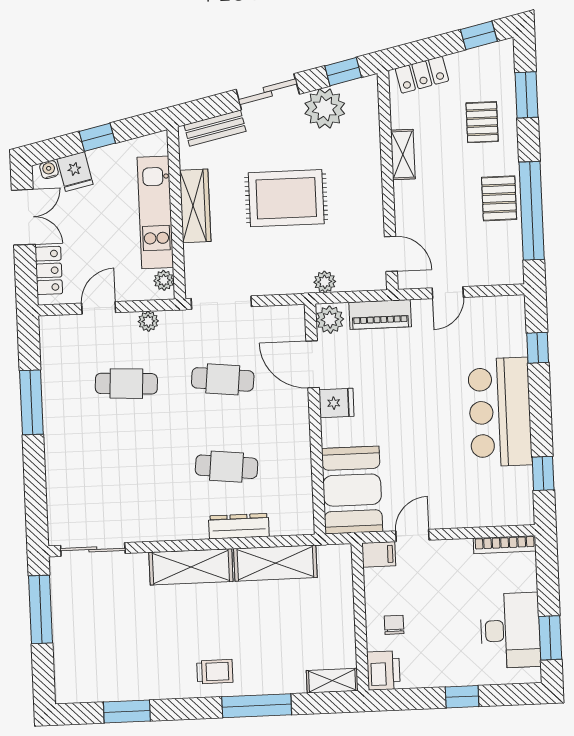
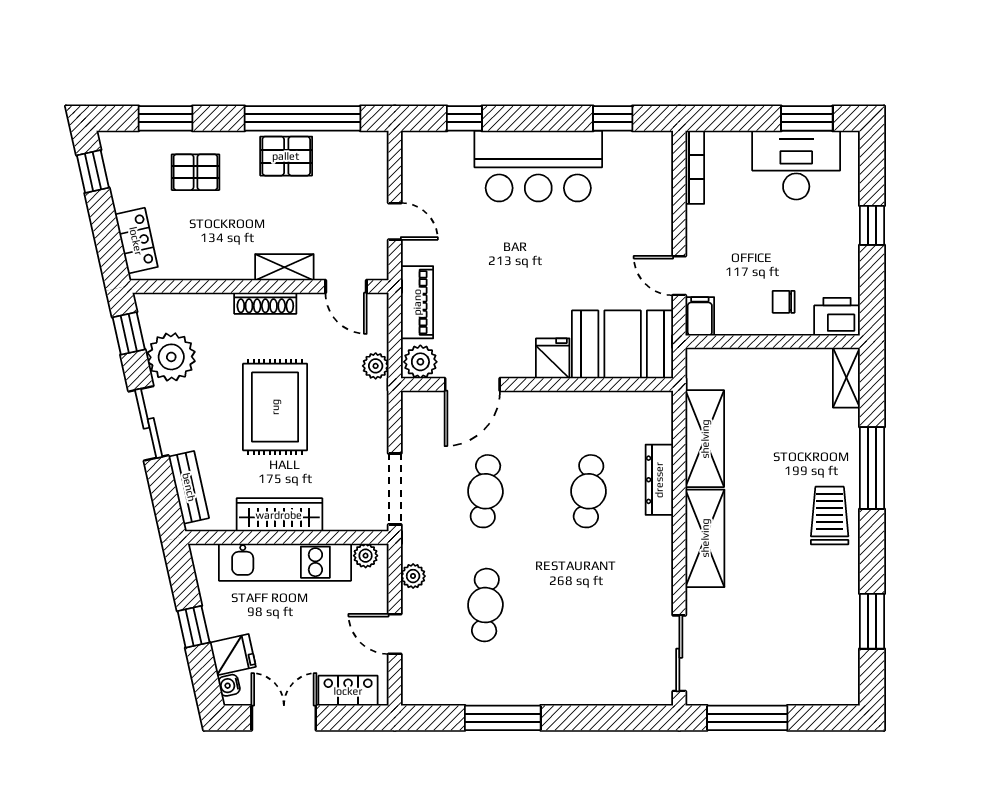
shelving: (403, 154) -> (284, 267), moved
shoe rack: (374, 186) -> (265, 303), added
door: (391, 254) -> (346, 287), swing flipped
fridge: (336, 403) -> (553, 358), moved
trolley: (215, 672) -> (830, 516), width x1.36, depth x1.39

